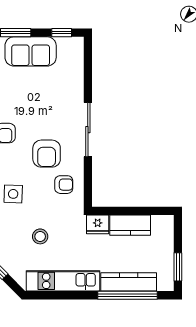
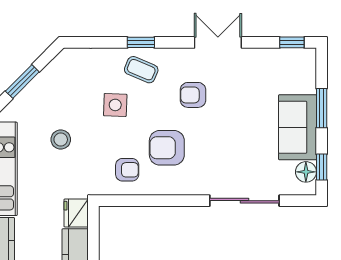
floor lamp: (65, 45) -> (306, 172), added
sliding door: (88, 130) -> (244, 201), moved
armchair: (64, 185) -> (127, 170), turned -90

